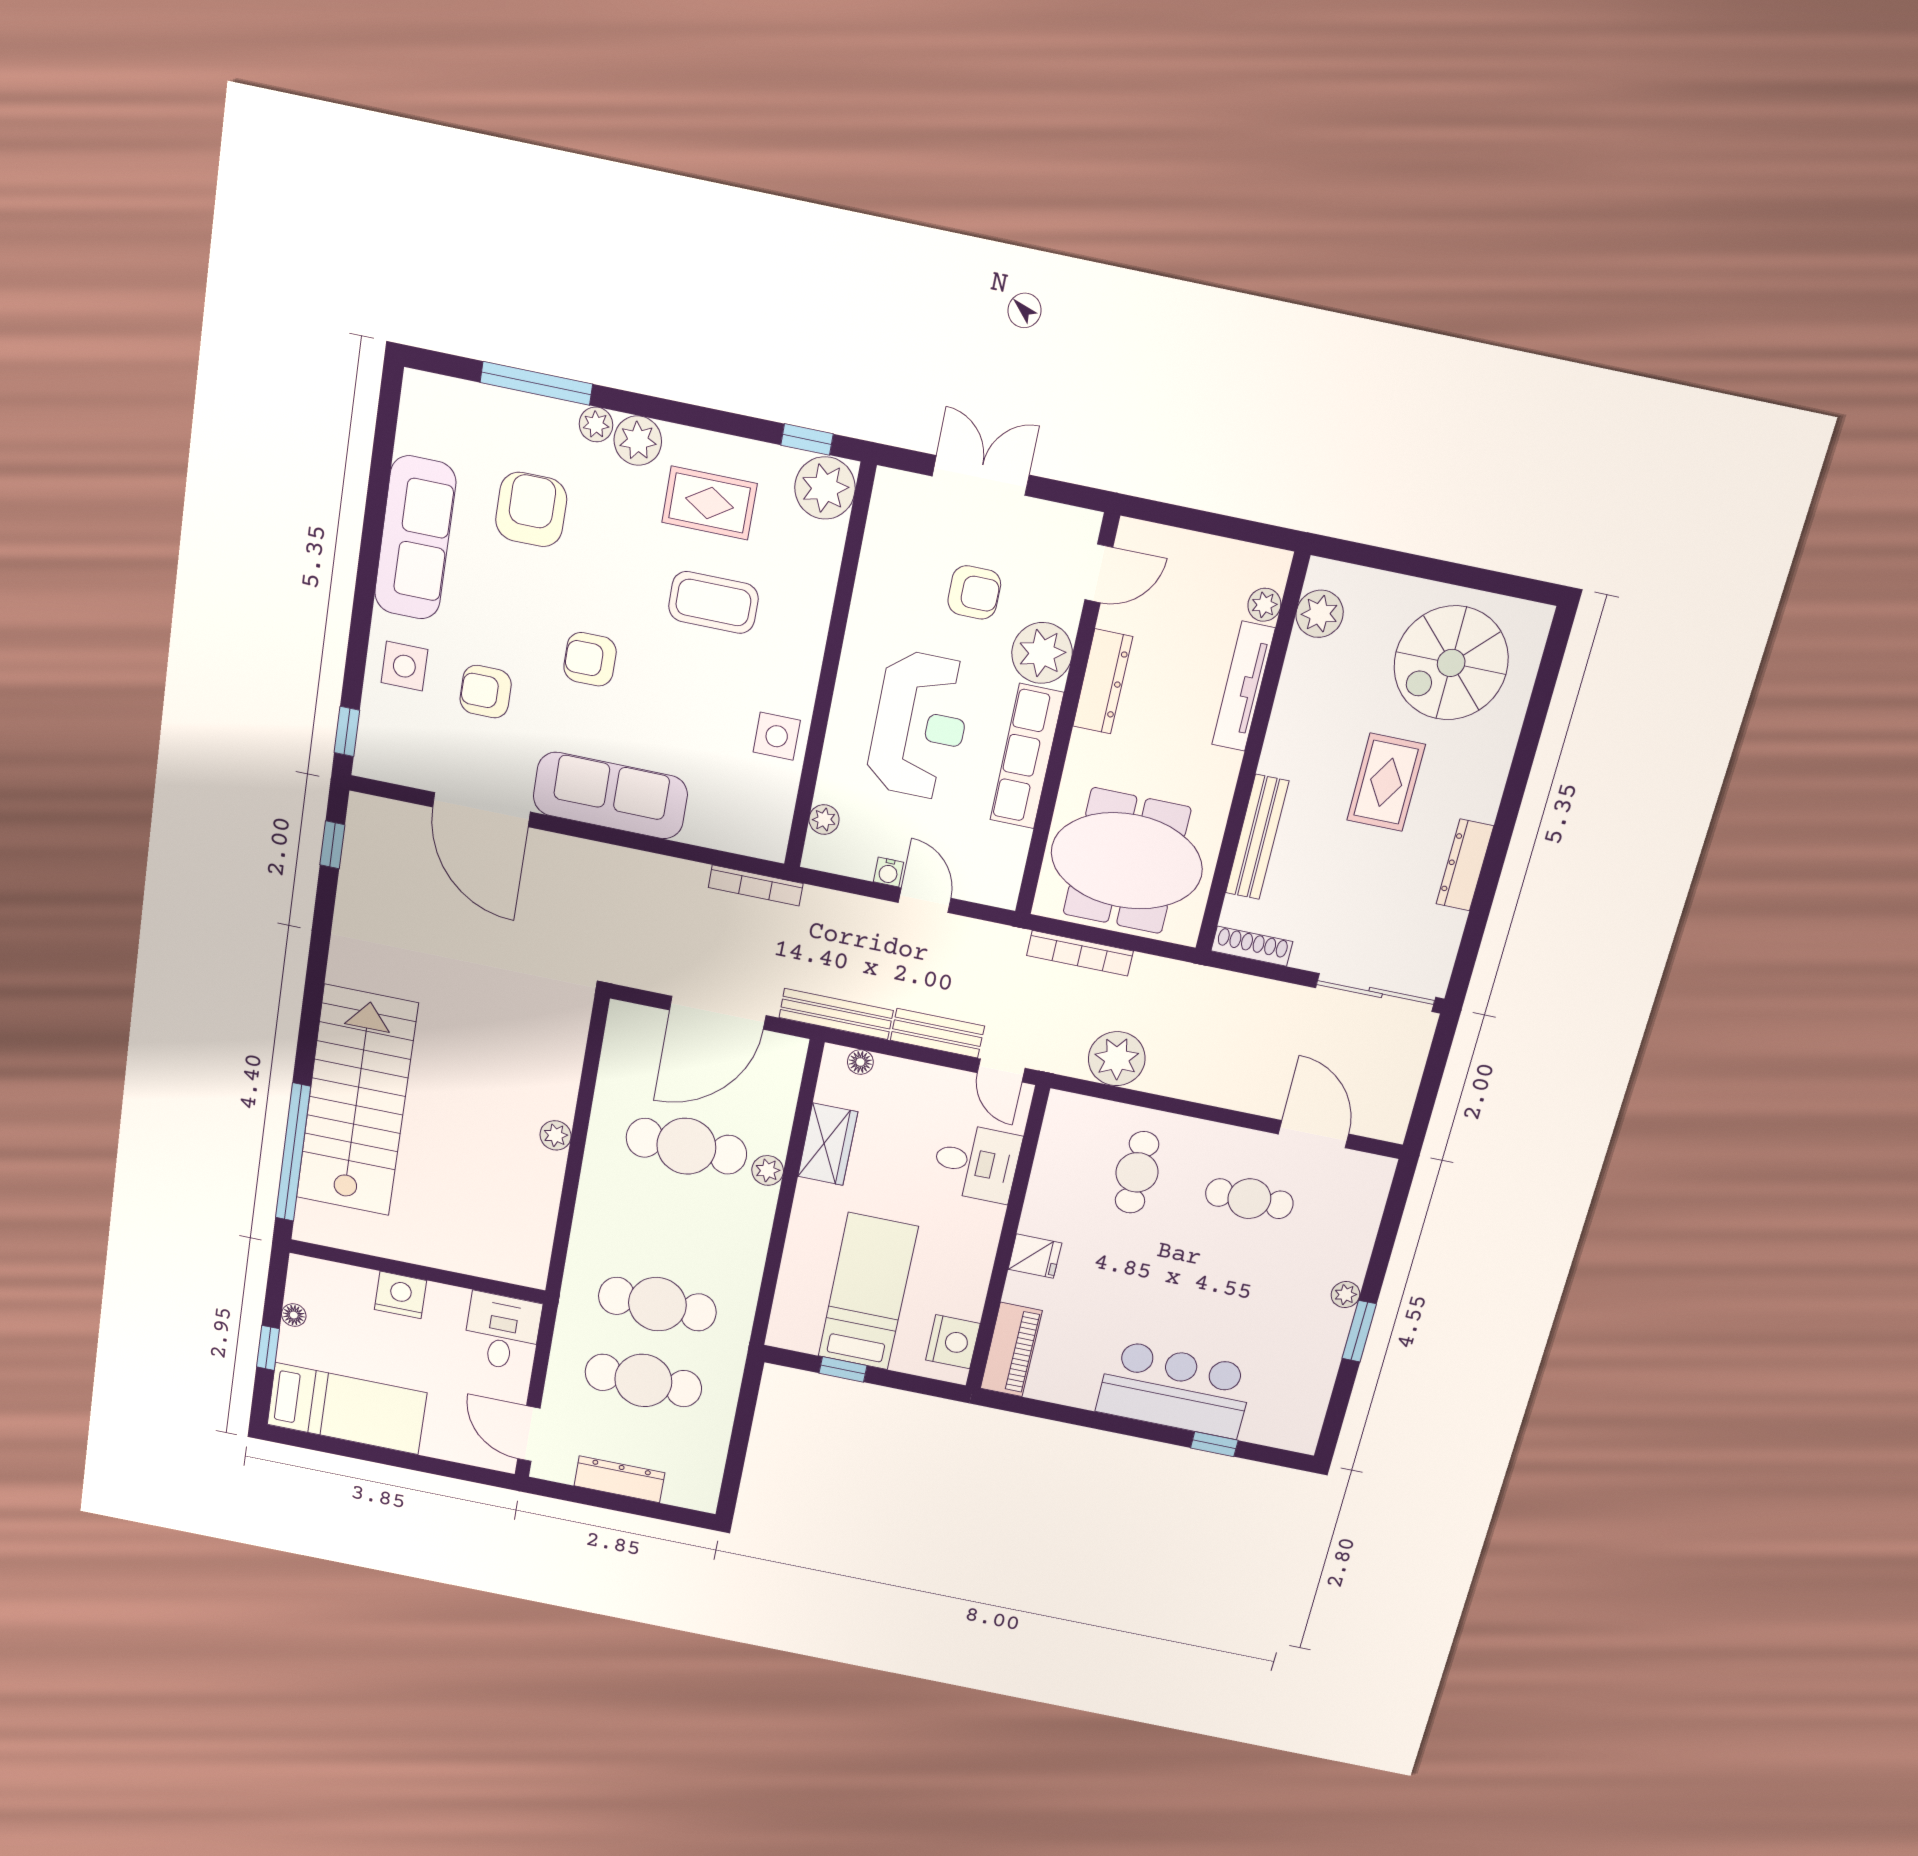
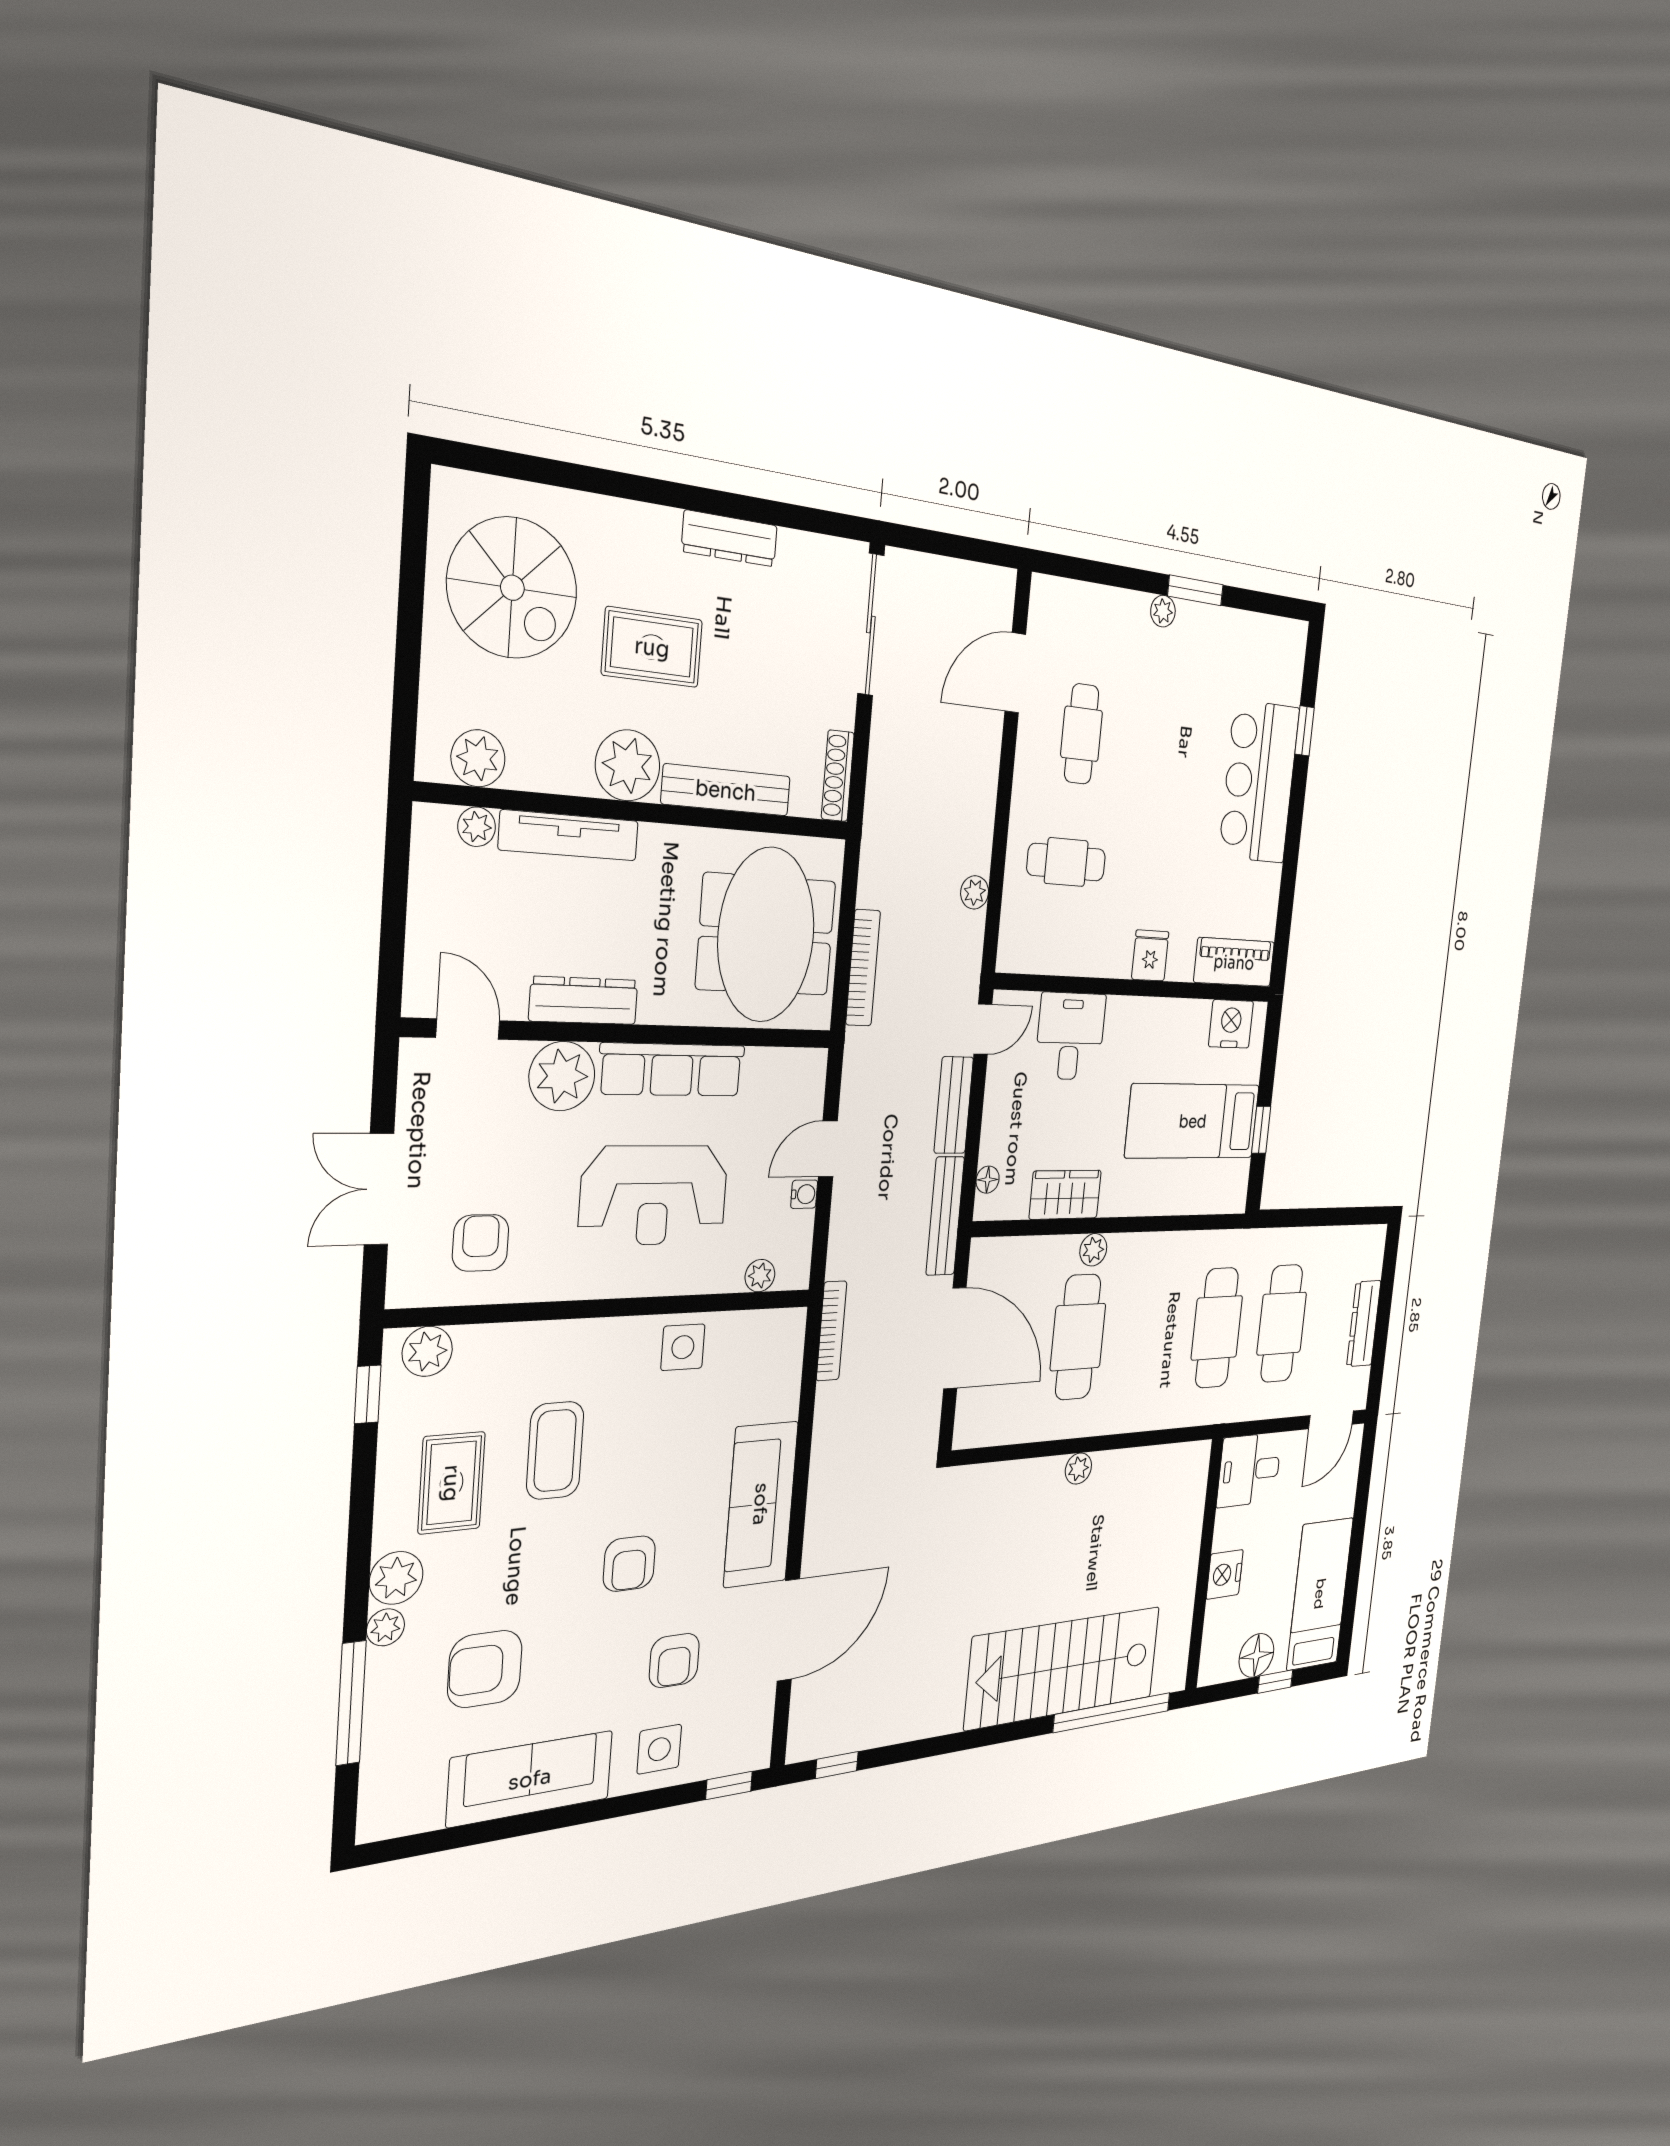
plant: (825, 488) -> (427, 1351), width x0.73, depth x0.73
armchair: (974, 592) -> (481, 1243), moved
reception desk: (920, 725) -> (654, 1195), turned 180
plant: (1293, 748) -> (628, 765), added
plant: (1117, 1059) -> (975, 892), width x0.53, depth x0.53
floor lamp: (294, 1315) -> (1256, 1655), width x1.89, depth x1.89

